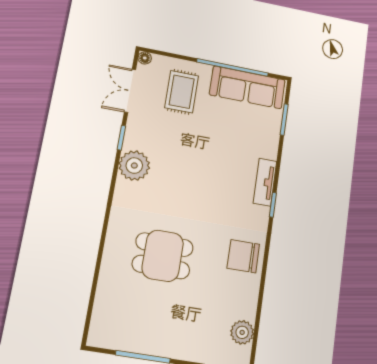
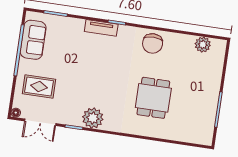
sofa: (247, 87) -> (33, 40), width x0.73

